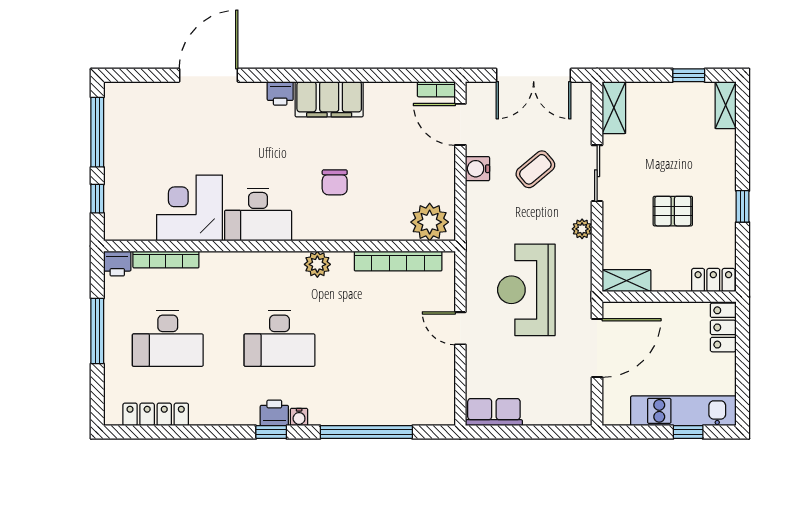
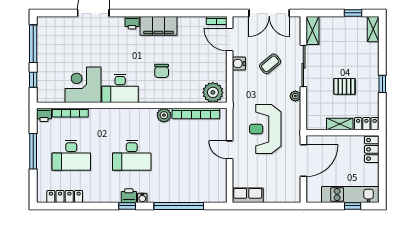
sliding door: (597, 173) -> (303, 66), width x1.37
plant: (317, 264) -> (164, 115), moved
shelving: (627, 281) -> (340, 124), moved

